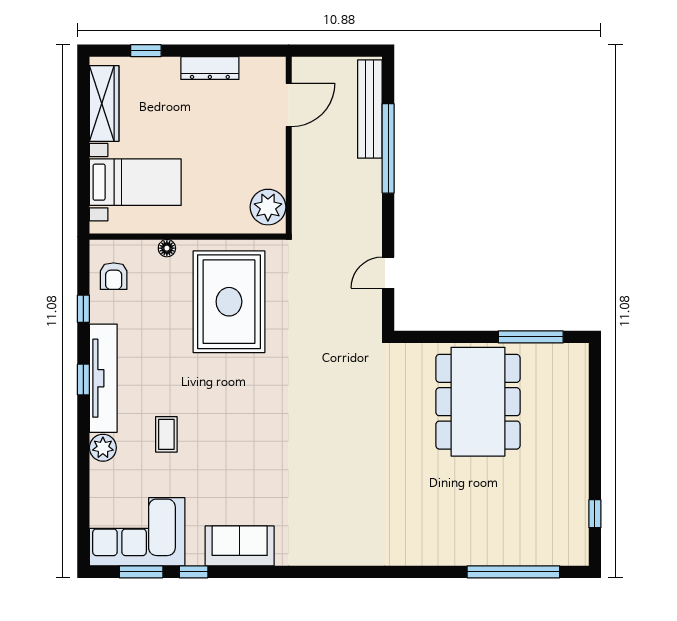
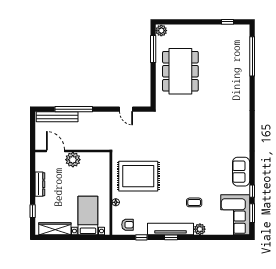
plant: (268, 207) -> (73, 160), moved
plant: (574, 356) -> (161, 31), added
dining table: (478, 402) -> (180, 71), turned 90

